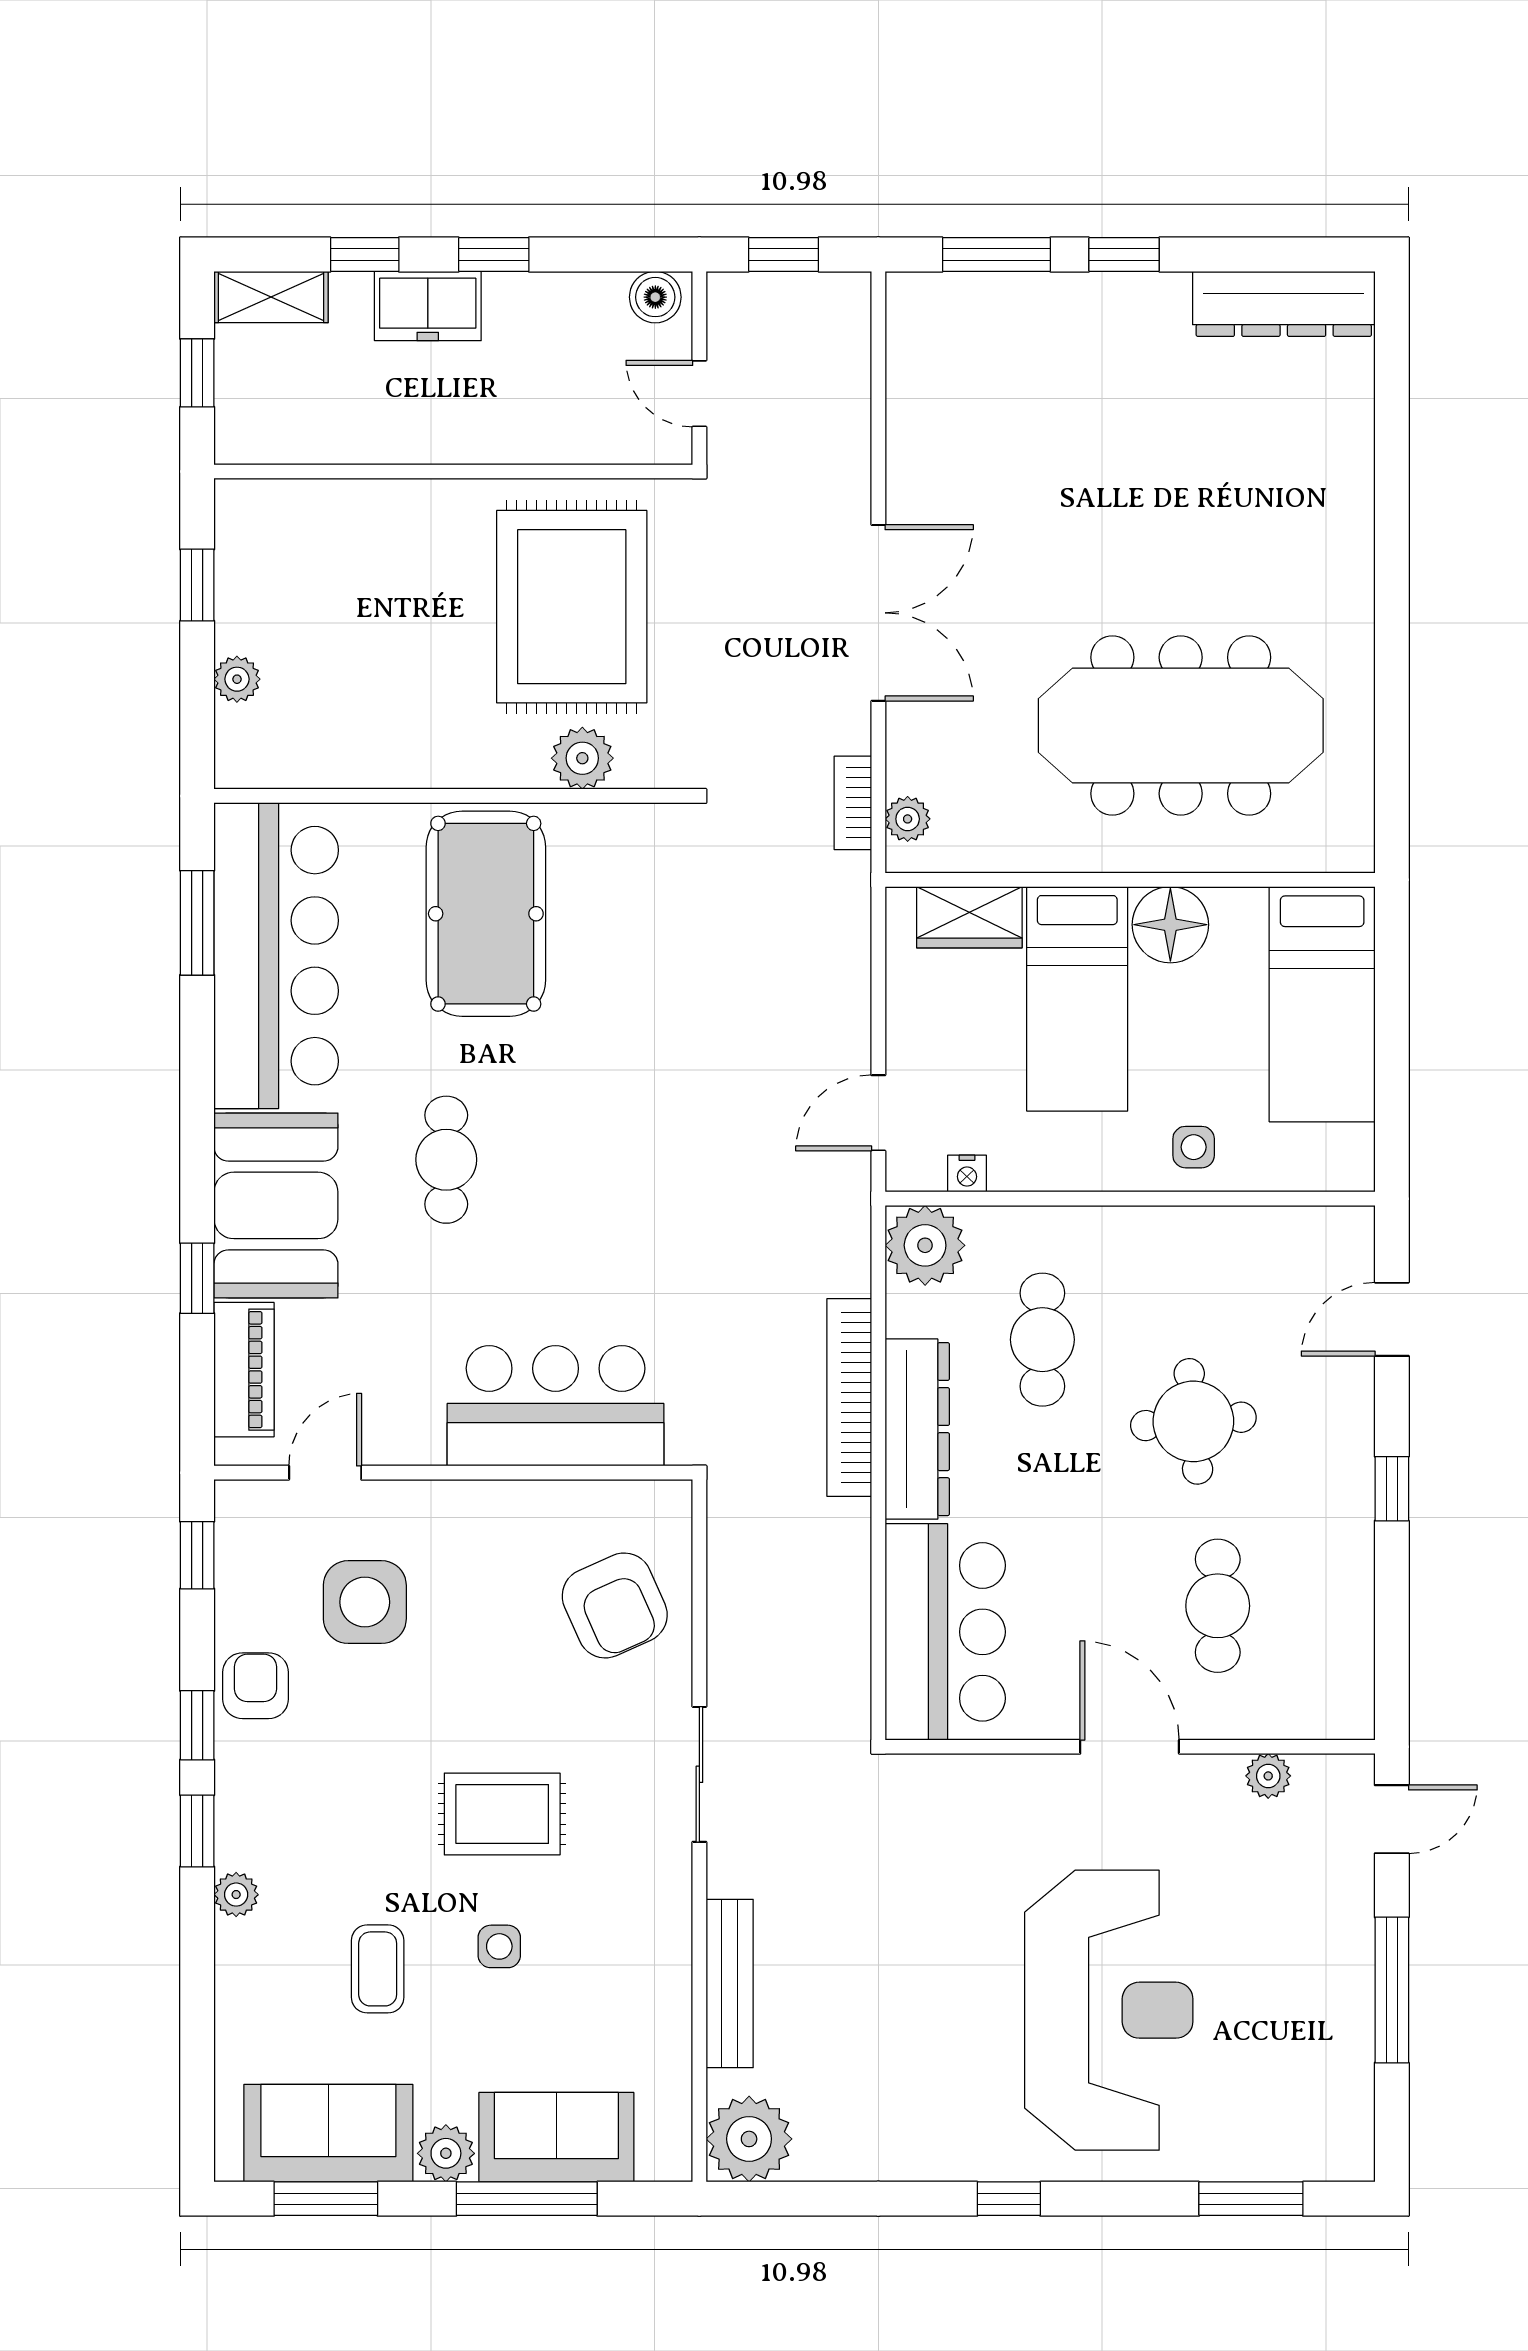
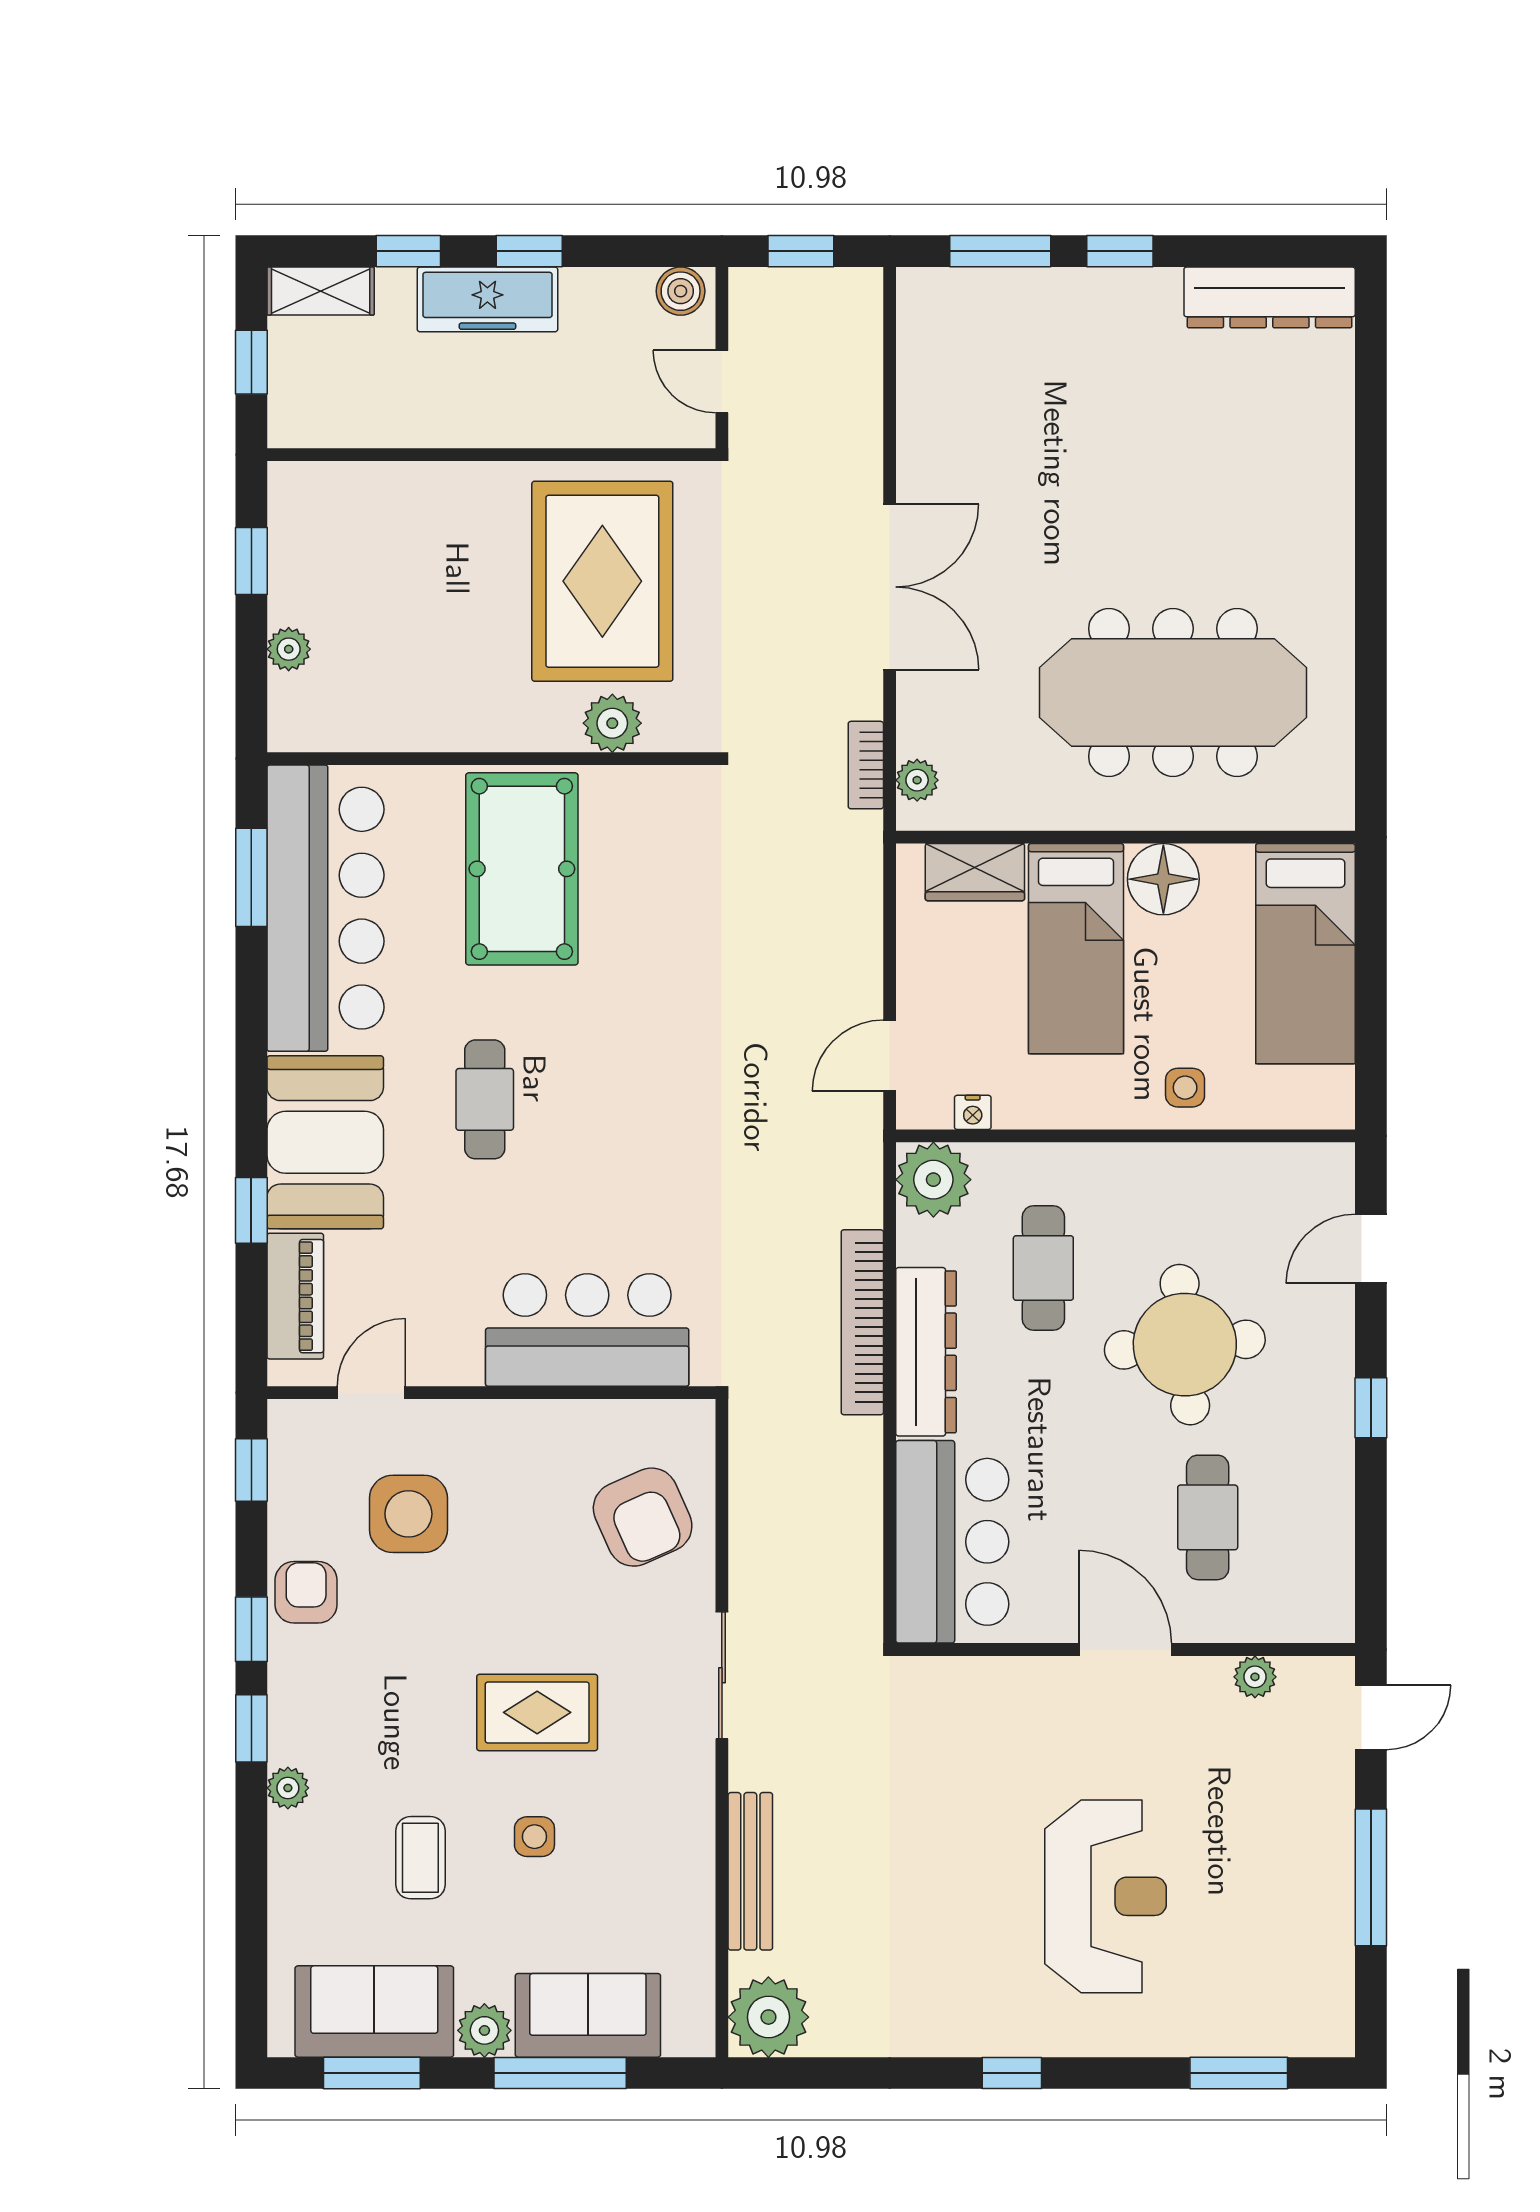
freezer: (428, 306) -> (487, 299), width x1.40
round table: (1193, 1421) -> (1185, 1345), width x1.36, depth x1.36
reception desk: (1109, 2010) -> (1106, 1896), width x0.74, depth x0.77

